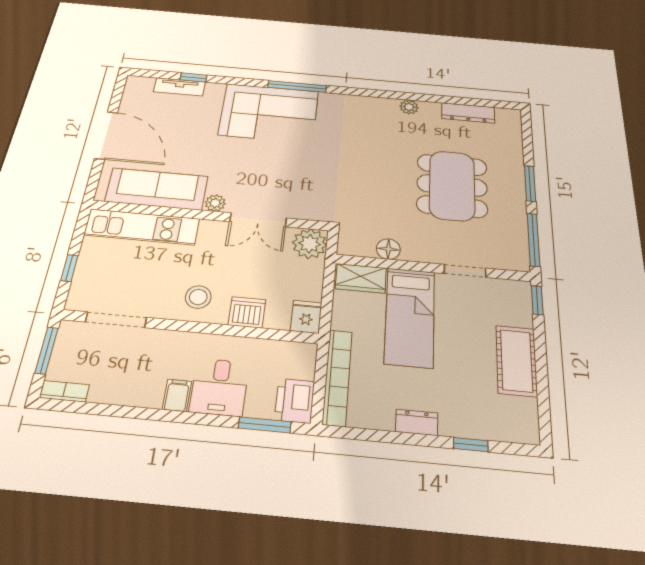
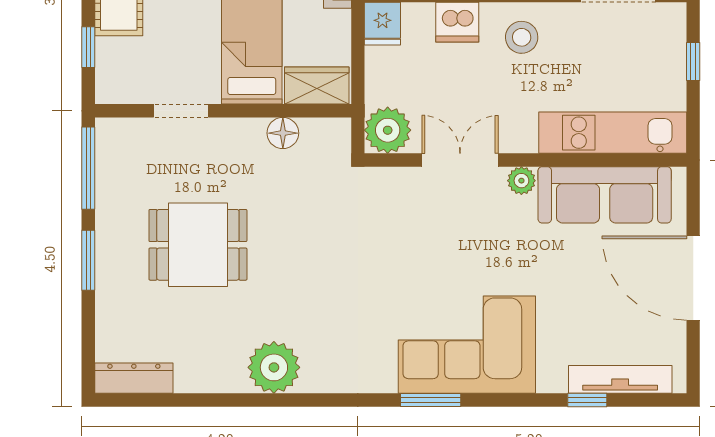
tv unit: (179, 87) -> (620, 379), width x1.41
window: (297, 87) -> (431, 400), width x0.69
plant: (409, 107) -> (274, 367), width x1.87, depth x1.87
dresser: (468, 113) -> (134, 378), moved
dining table: (452, 185) -> (198, 245), width x0.73
window: (537, 300) -> (88, 47), moved

